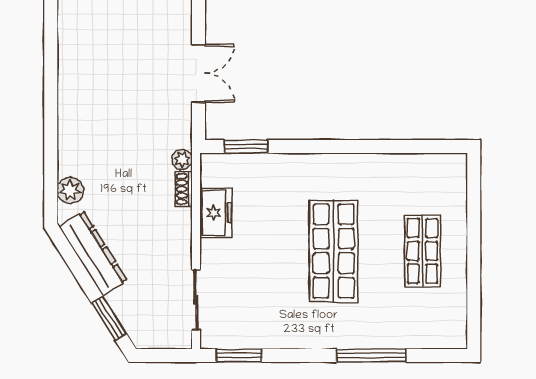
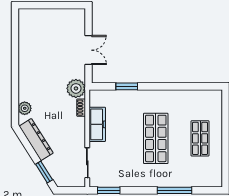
window: (246, 146) -> (127, 86), moved
plant: (182, 159) -> (76, 88), width x1.88, depth x1.88
freezer: (216, 213) -> (97, 124), width x1.40

